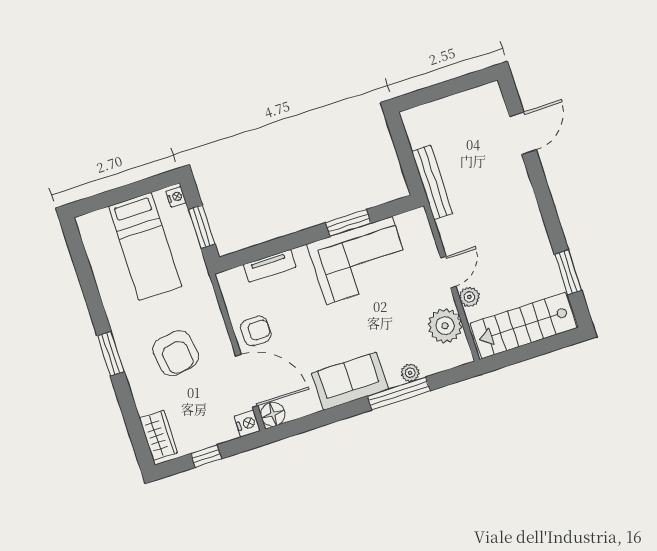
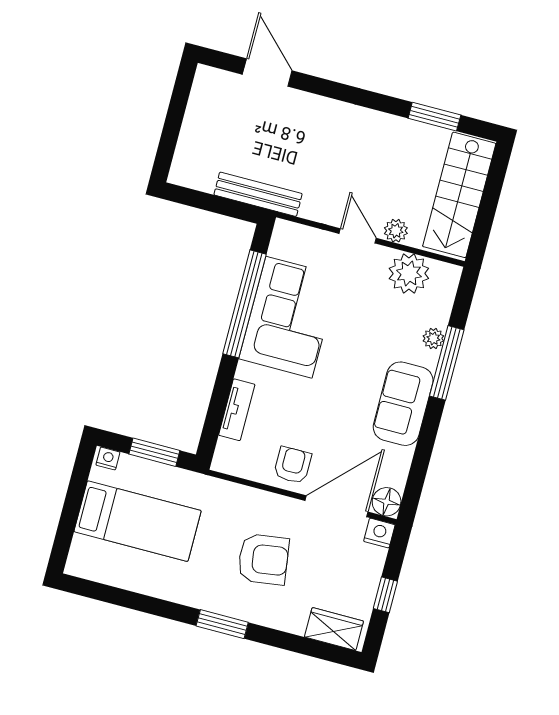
window: (348, 223) -> (244, 304), width x2.11

